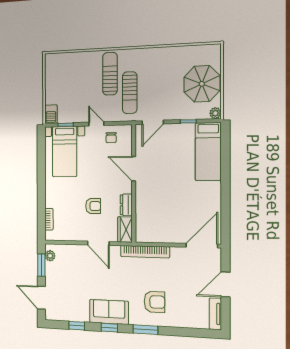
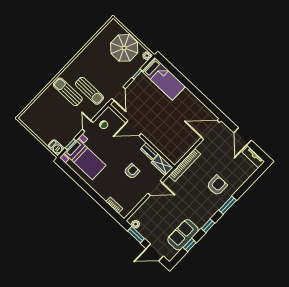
door: (96, 124) -> (88, 126), hinge flipped
door: (202, 246) -> (210, 130), hinge flipped
sofa: (109, 312) -> (183, 235), moved

